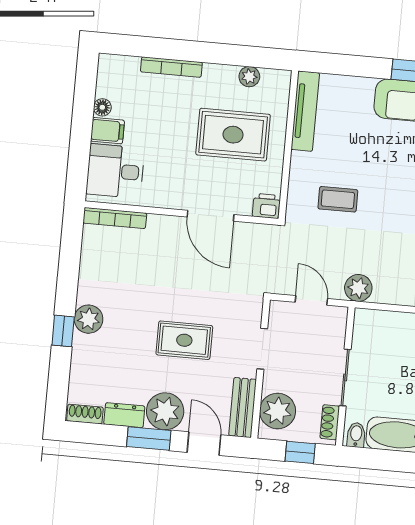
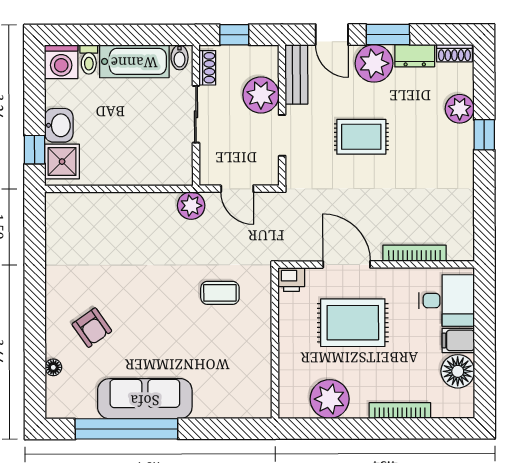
plant: (249, 77) -> (330, 399), width x1.87, depth x1.87
floor lamp: (102, 107) -> (458, 371), width x1.89, depth x1.89
tv unit: (305, 111) -> (261, 379), removed
rug: (233, 135) -> (353, 323), moved
bookcase: (115, 218) -> (414, 253), moved
plant: (89, 319) -> (460, 109), moved
plant: (278, 411) -> (261, 95), moved

